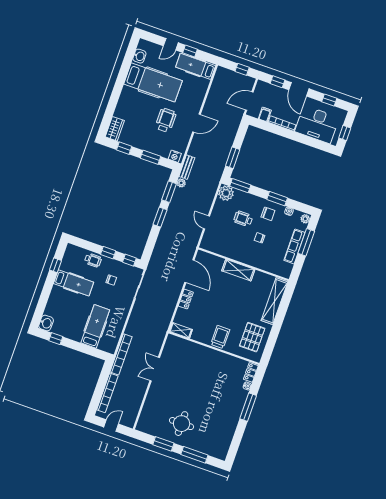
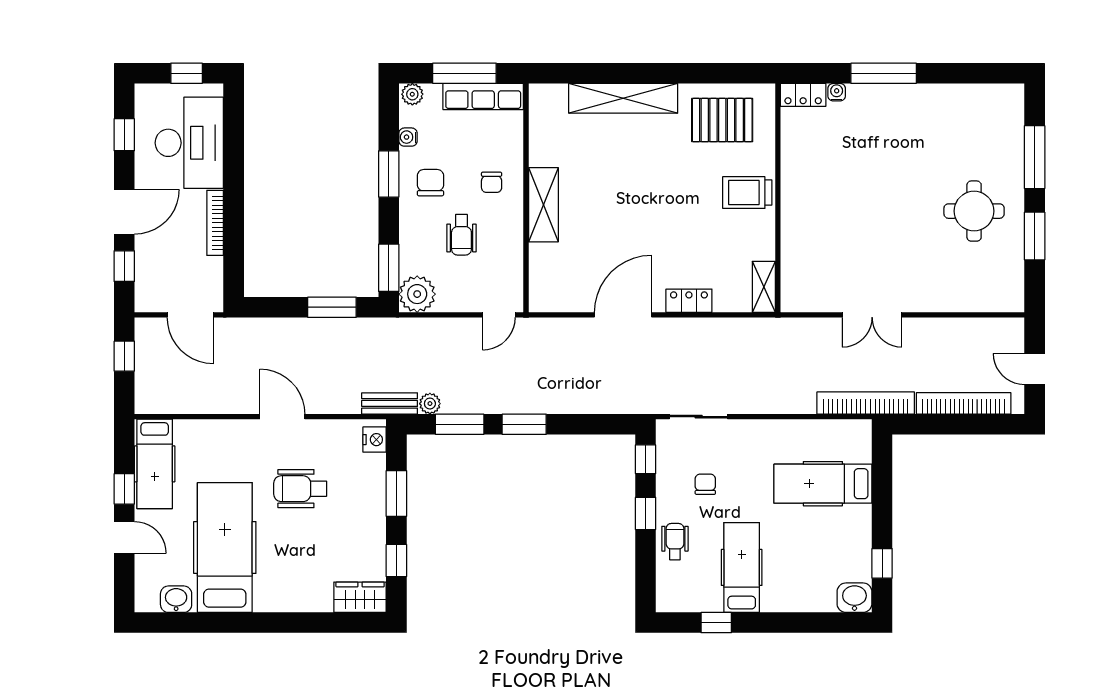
filing cabinet: (265, 114) -> (208, 269), removed
wall: (243, 264) -> (526, 198), moved
shelving: (238, 270) -> (543, 205), moved

